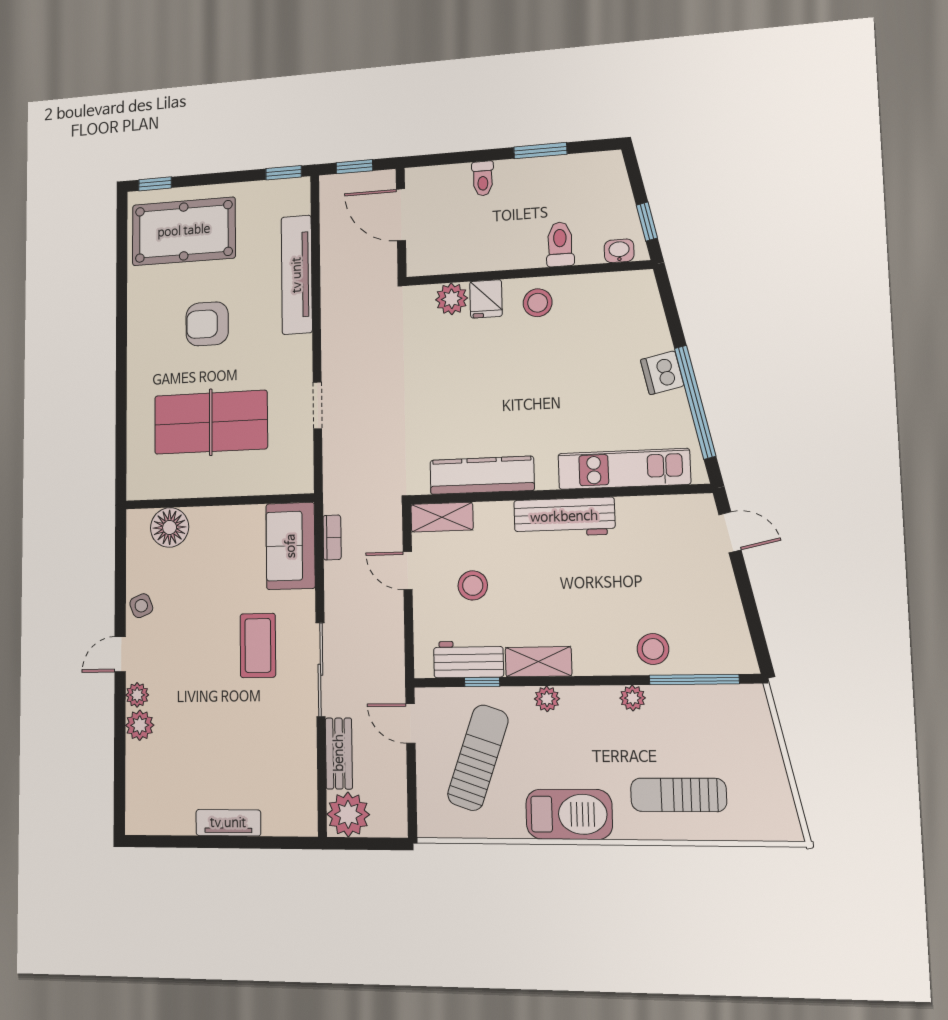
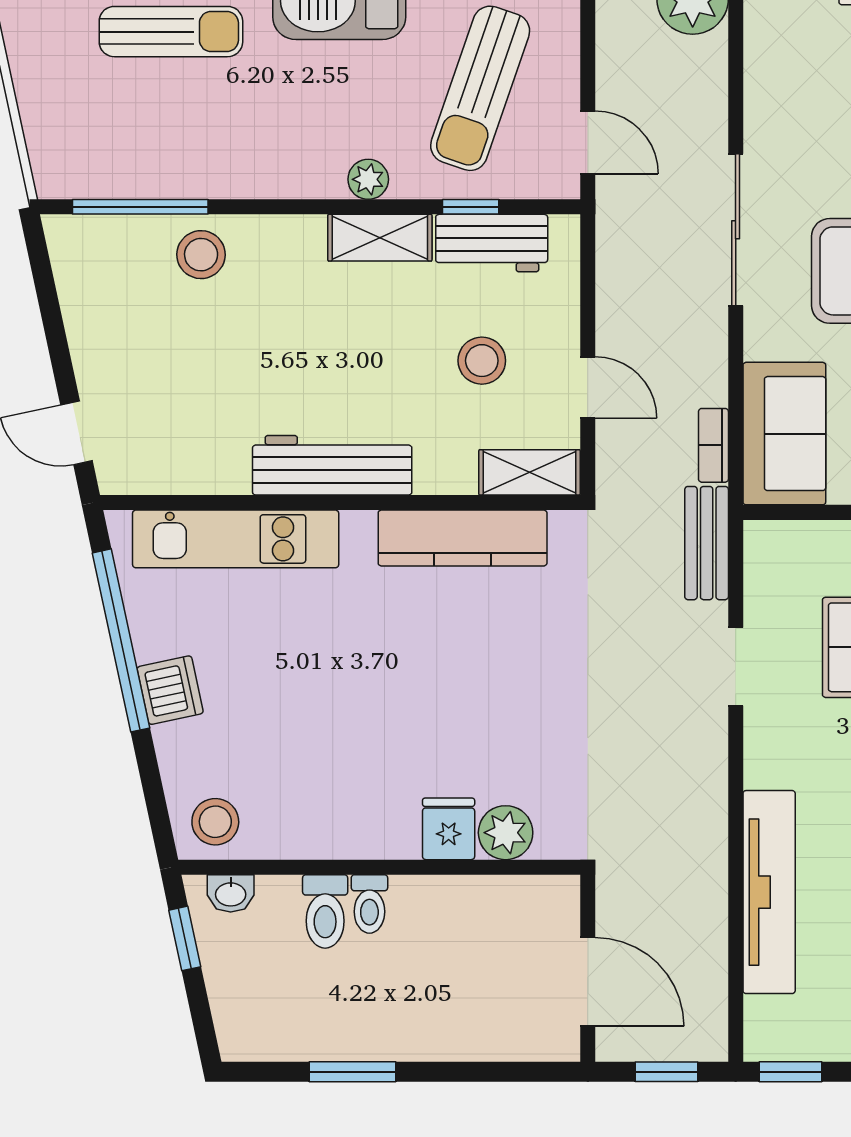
toilet: (483, 179) -> (369, 904), moved, turned 180
stool: (538, 303) -> (215, 822), moved
plant: (633, 698) -> (235, 179), removed
bench: (339, 753) -> (707, 543), moved

